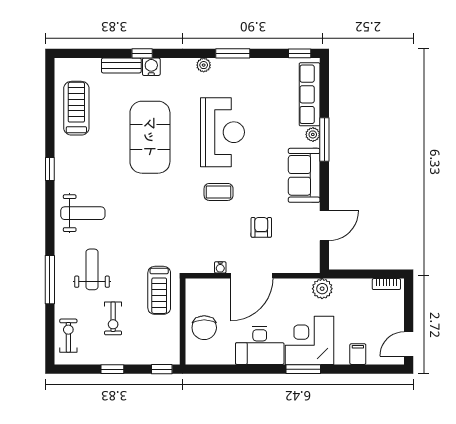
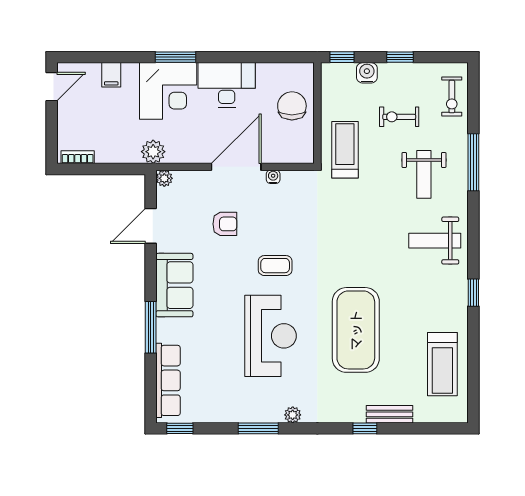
water cooler: (151, 67) -> (367, 73), moved, turned 180
reception desk: (222, 132) -> (270, 336), turned 180
plant: (313, 134) -> (164, 178), moved
armchair: (261, 227) -> (225, 224), turned -90
exercise bike: (113, 318) -> (399, 117), turned -90

